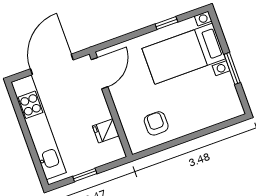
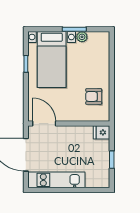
plant: (226, 82) -> (82, 37), added
kitchen unit: (39, 127) -> (56, 180), width x0.73
fridge: (106, 131) -> (102, 132), moved, turned 90

